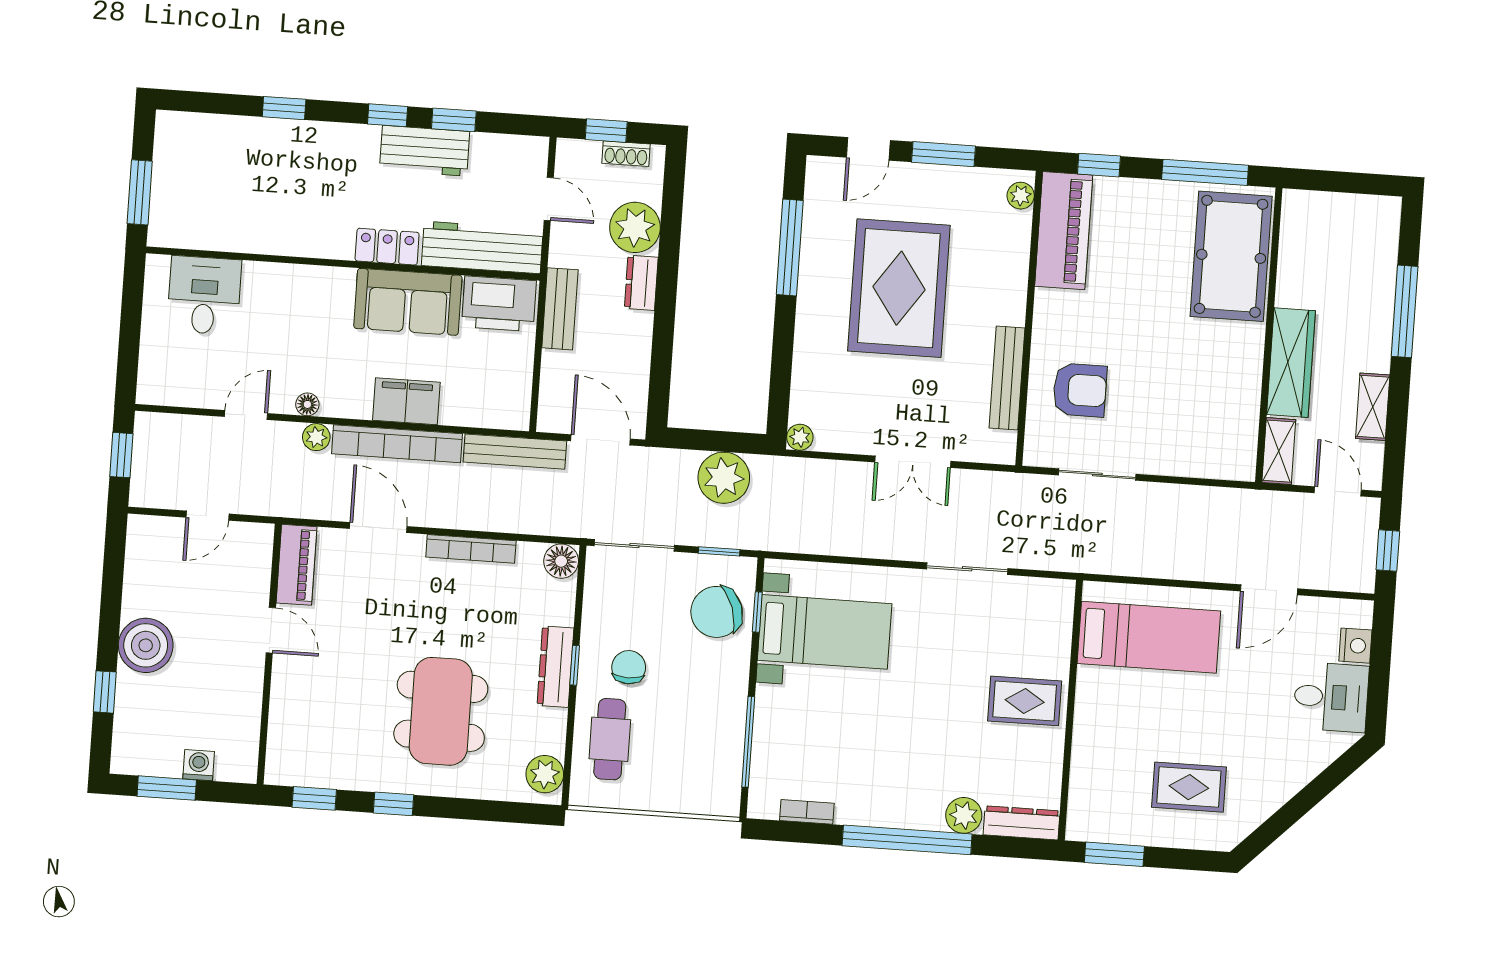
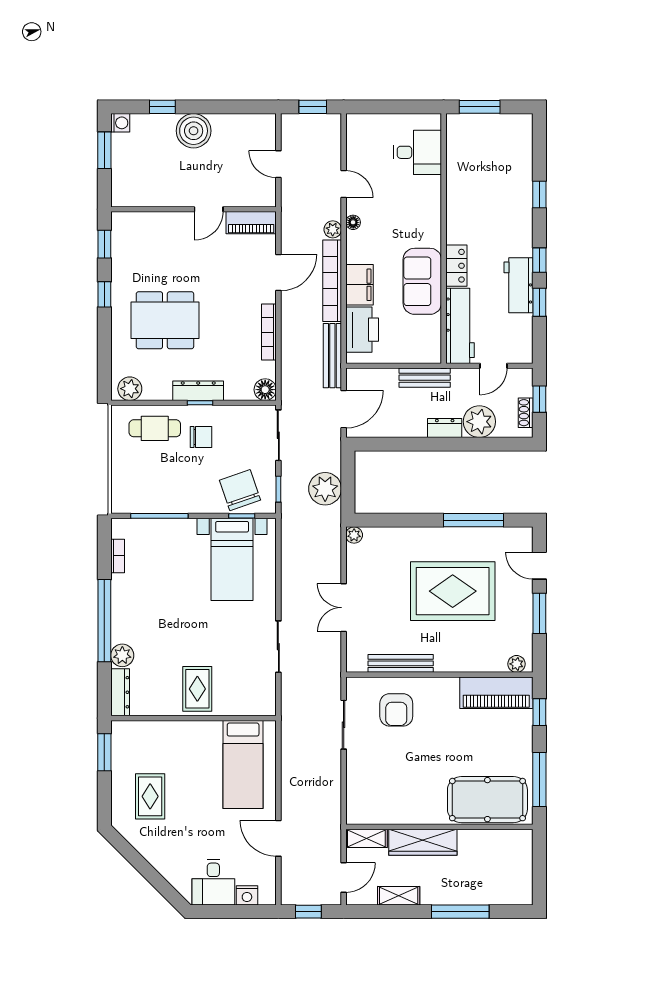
printer: (499, 304) -> (362, 330), moved, turned 180
washing machine: (199, 765) -> (120, 123), moved

